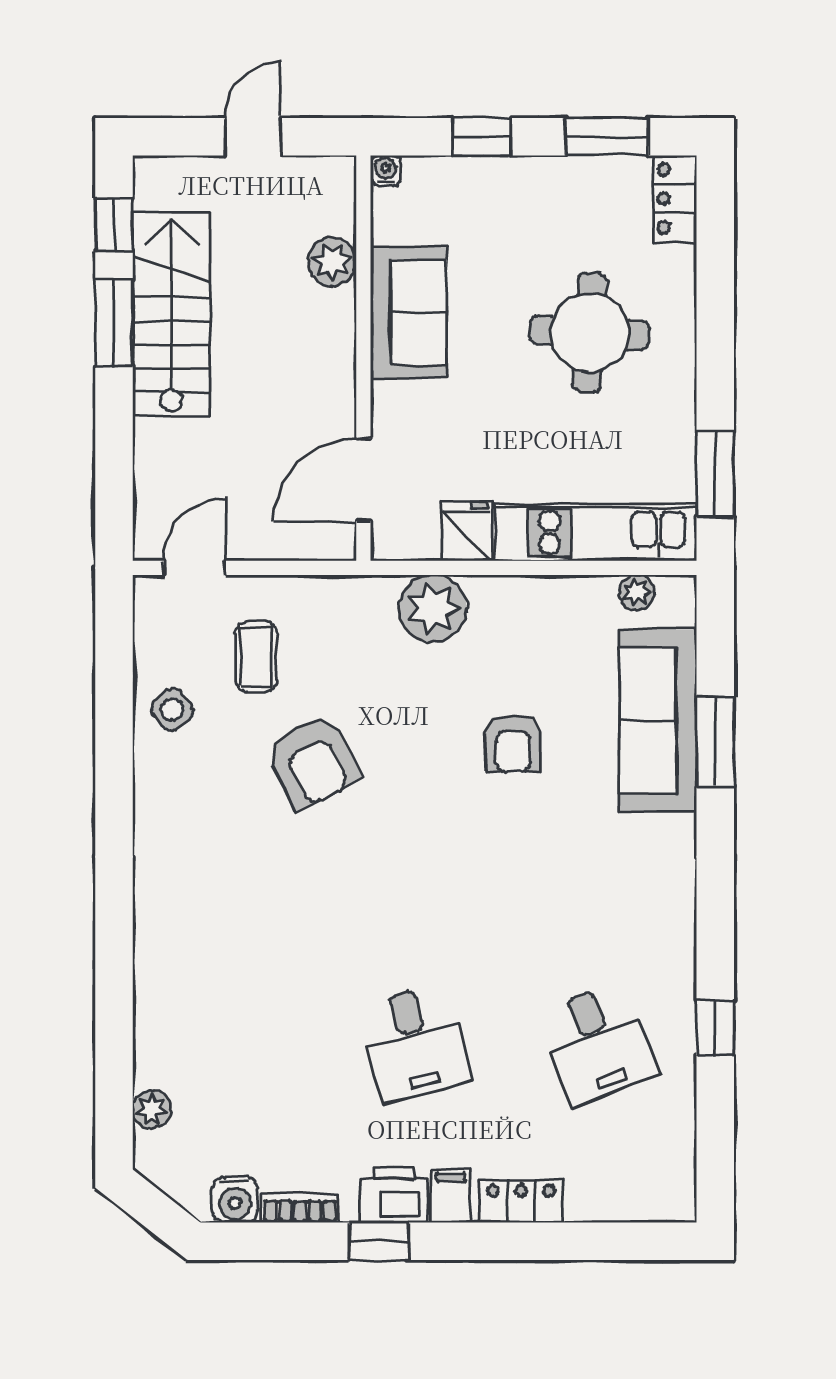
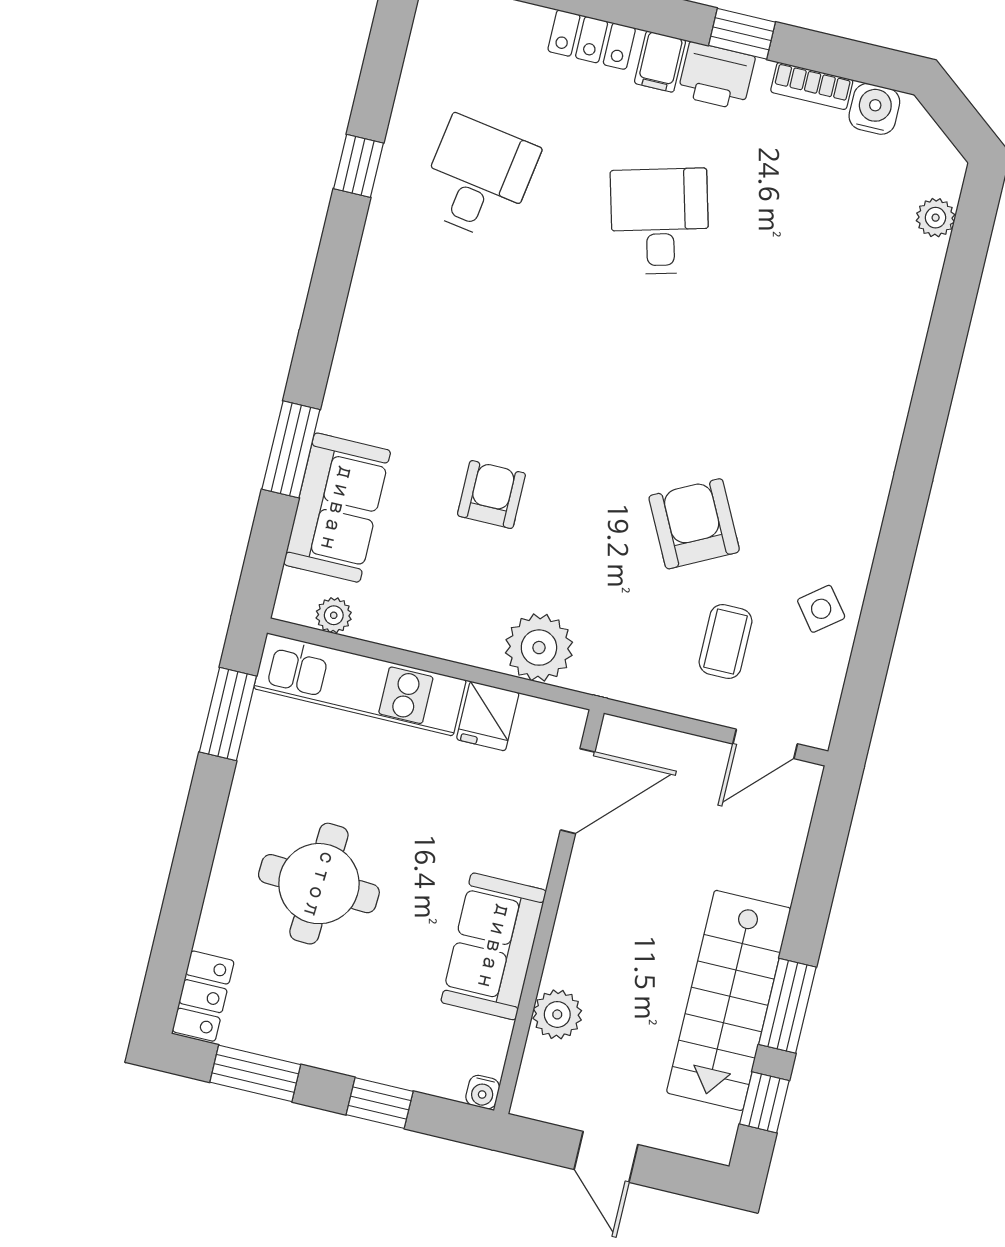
door: (253, 137) -> (606, 1157), hinge flipped
sofa: (658, 720) -> (337, 508), width x0.73
desk: (598, 1043) -> (478, 178), turned 30

